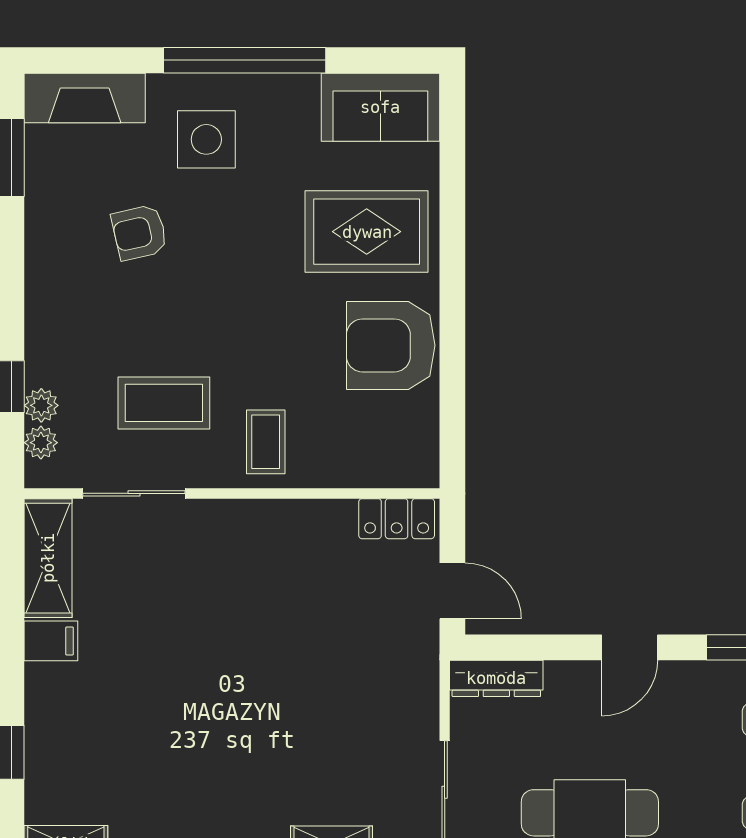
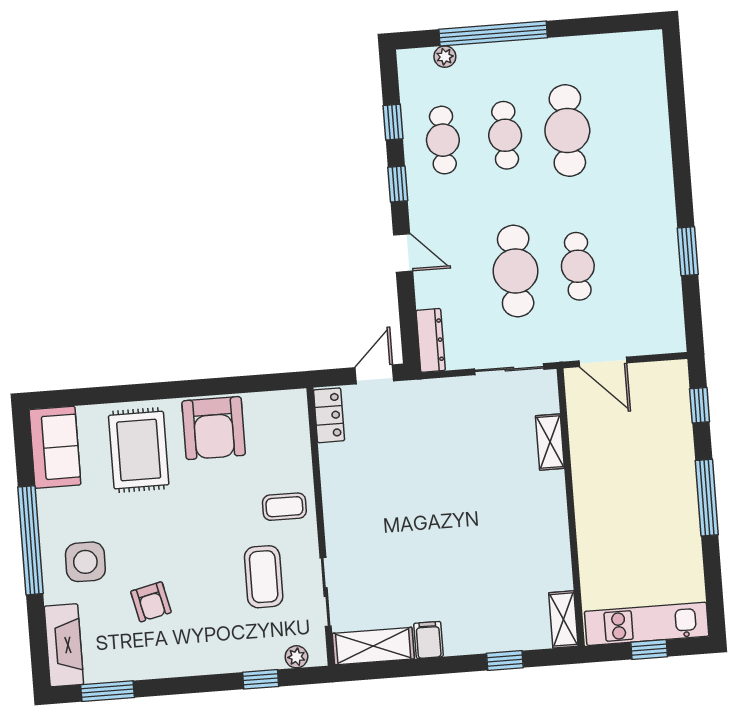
plant: (41, 405) -> (272, 658), removed

